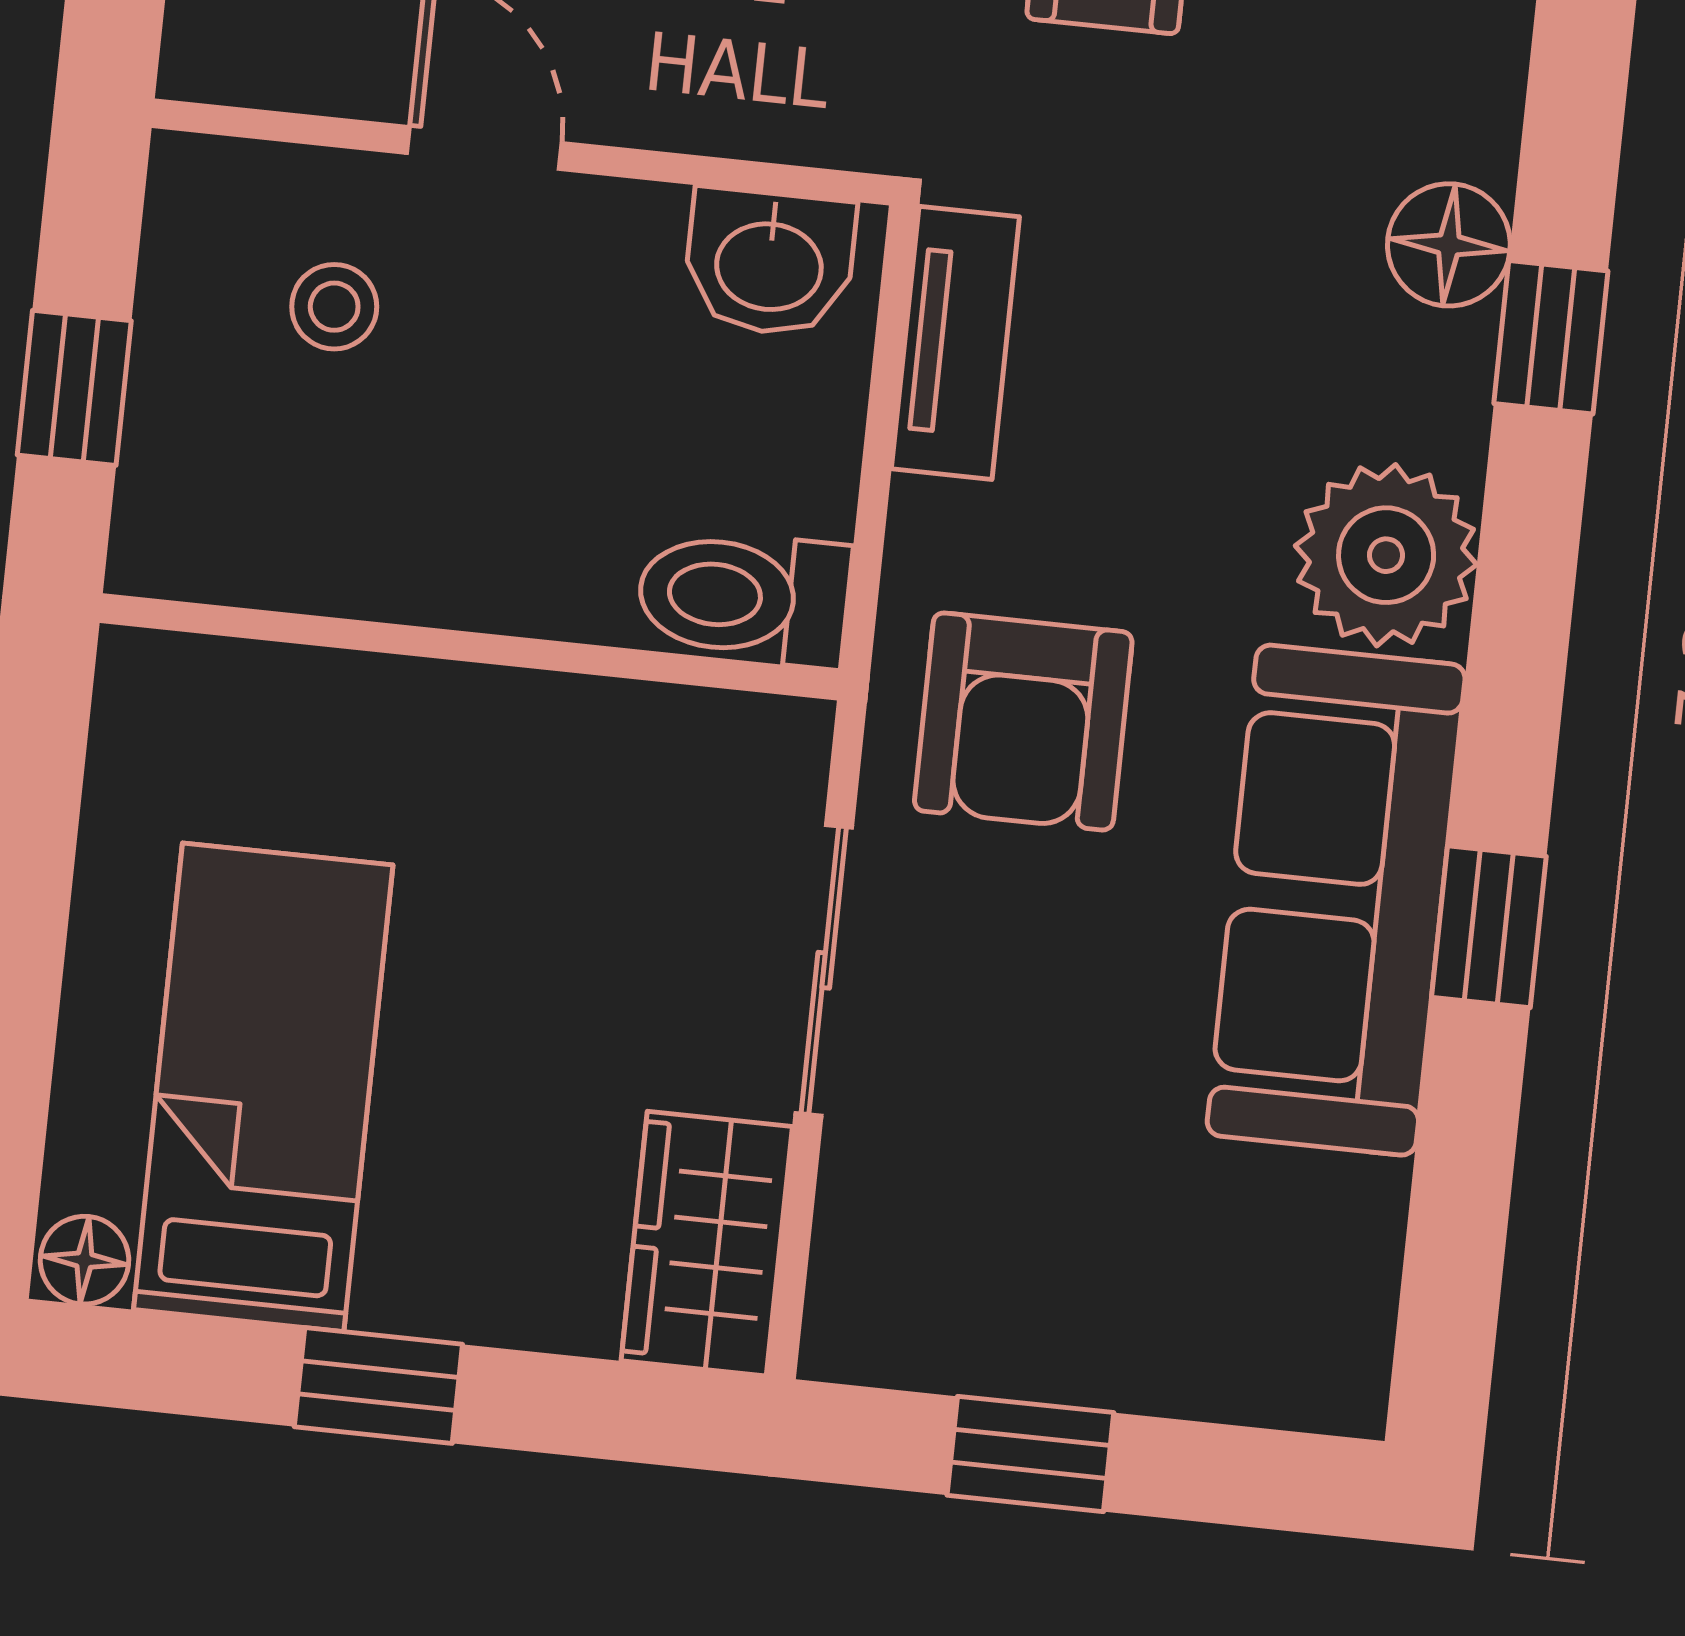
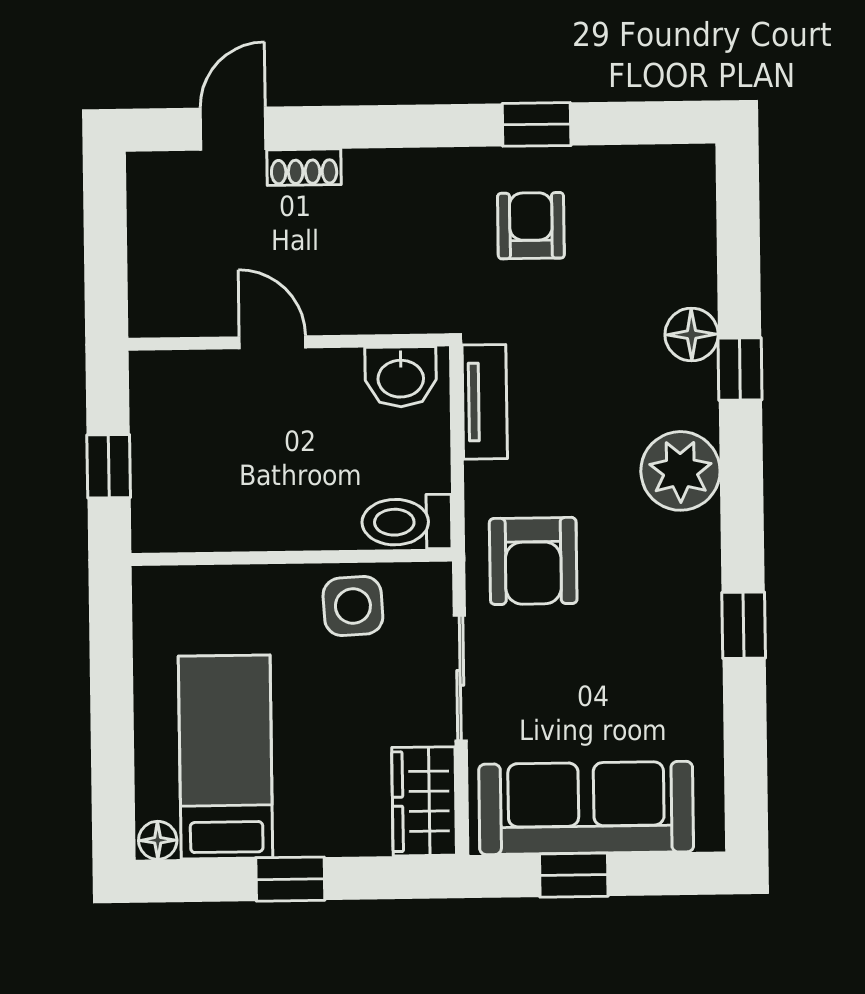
stool: (334, 307) -> (216, 418), removed
side table: (597, 776) -> (353, 606), added
sofa: (1336, 900) -> (586, 808), moved, turned 90

